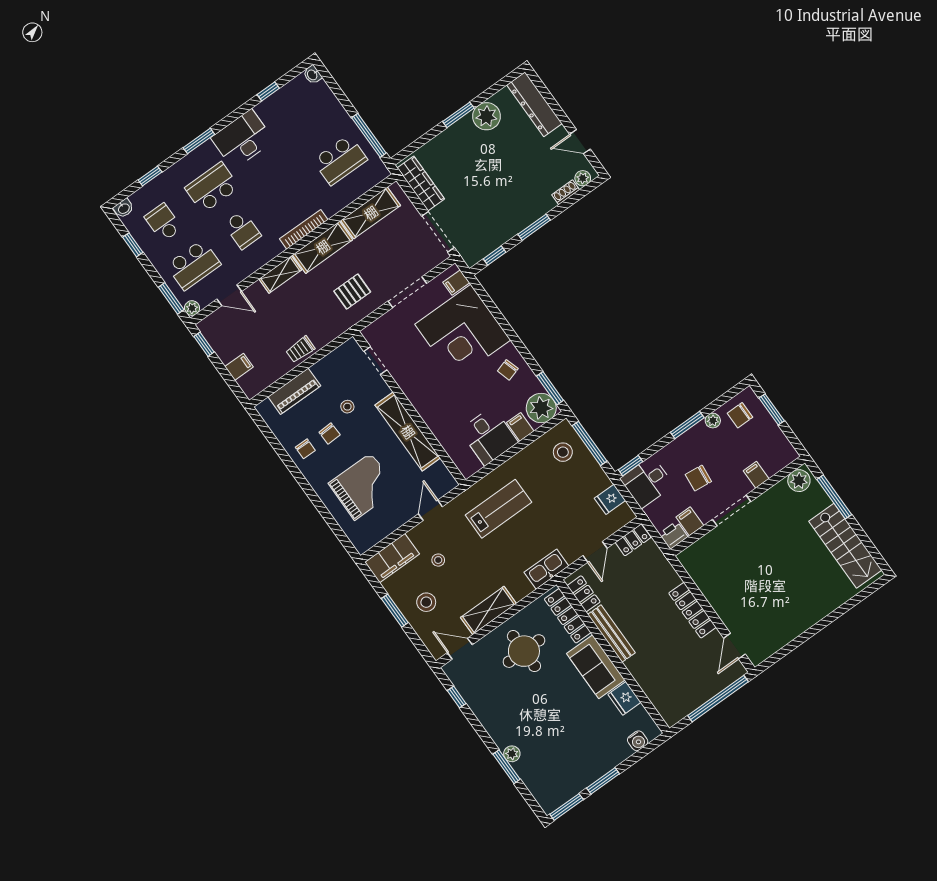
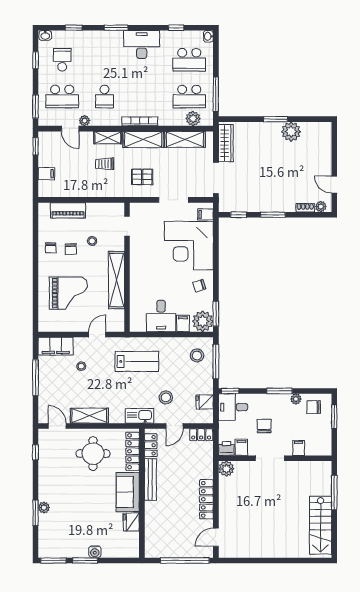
dresser: (534, 104) -> (323, 144), removed
plant: (363, 182) -> (193, 119), added
school desk: (212, 188) -> (189, 60), moved, turned 180
plant: (192, 308) -> (85, 121), moved
trolley: (300, 349) -> (105, 164), moved
chair: (698, 478) -> (264, 426), turned 84
plant: (799, 481) -> (226, 469), moved
stool: (426, 602) -> (166, 397), moved
window: (395, 611) -> (36, 377), width x1.44
water cooler: (638, 741) -> (95, 552), moved

